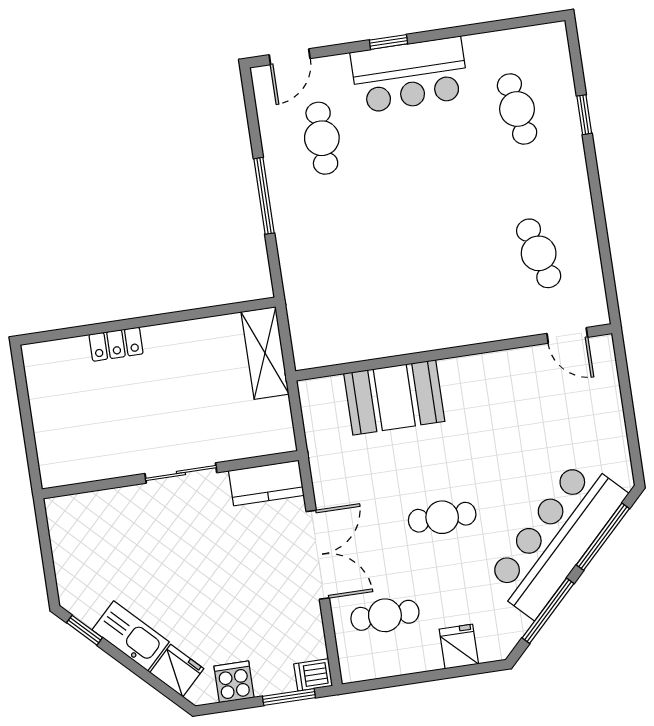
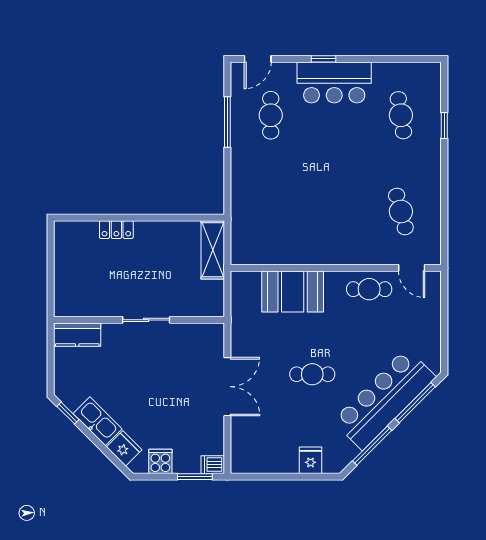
window: (264, 196) -> (227, 122), moved
kitchen counter: (266, 483) -> (77, 335), moved
cafe table: (385, 615) -> (369, 289), moved

